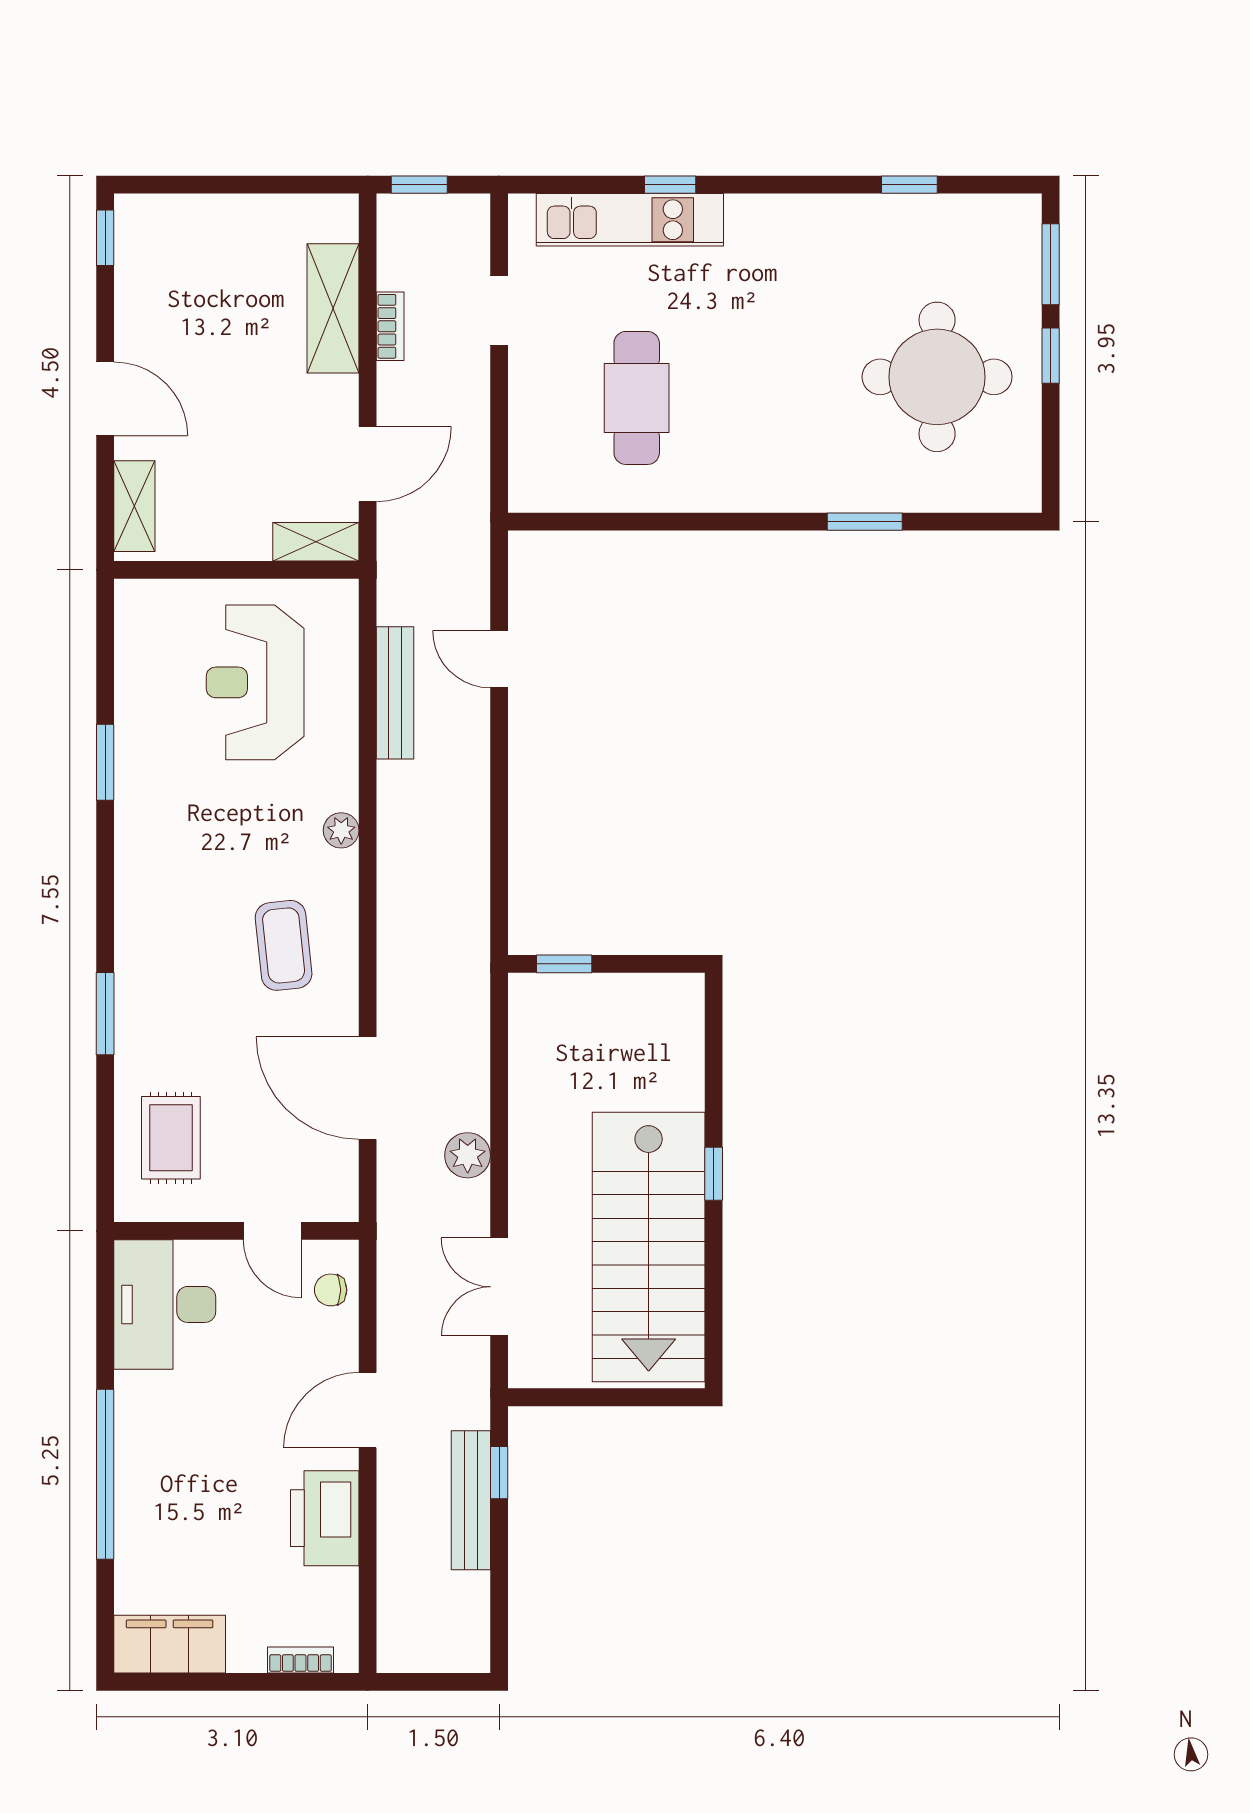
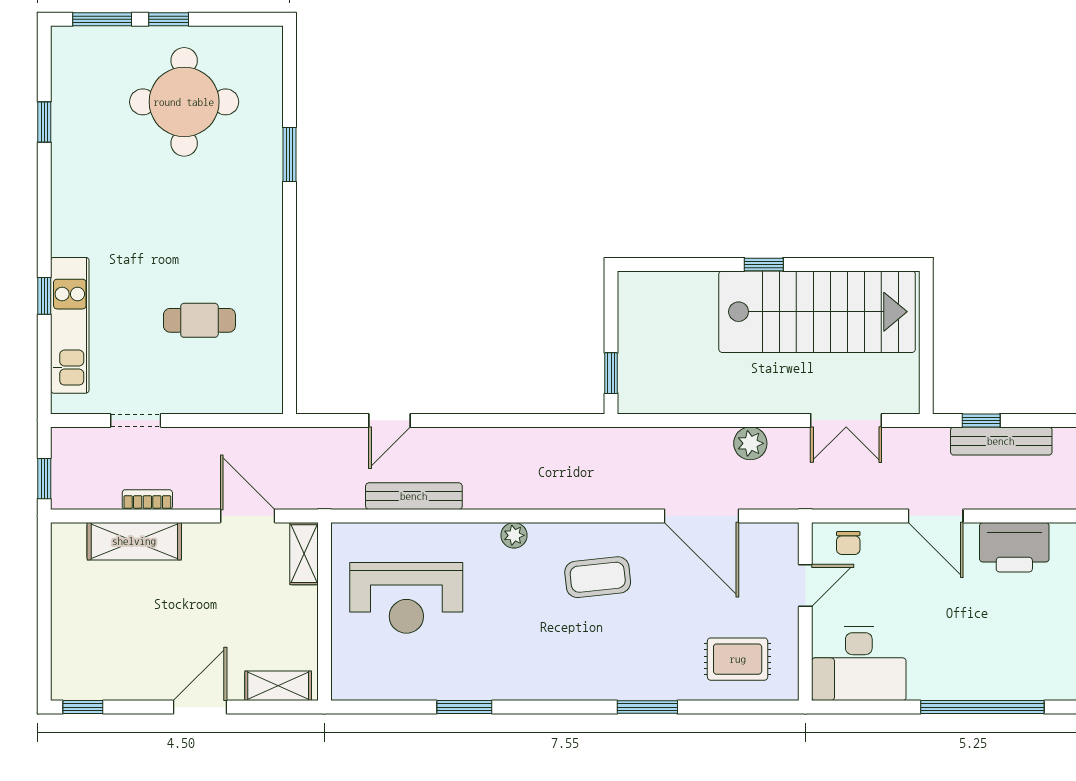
cafe table: (637, 398) -> (199, 320), width x0.73, depth x0.74
door: (368, 1088) -> (702, 516), hinge flipped

